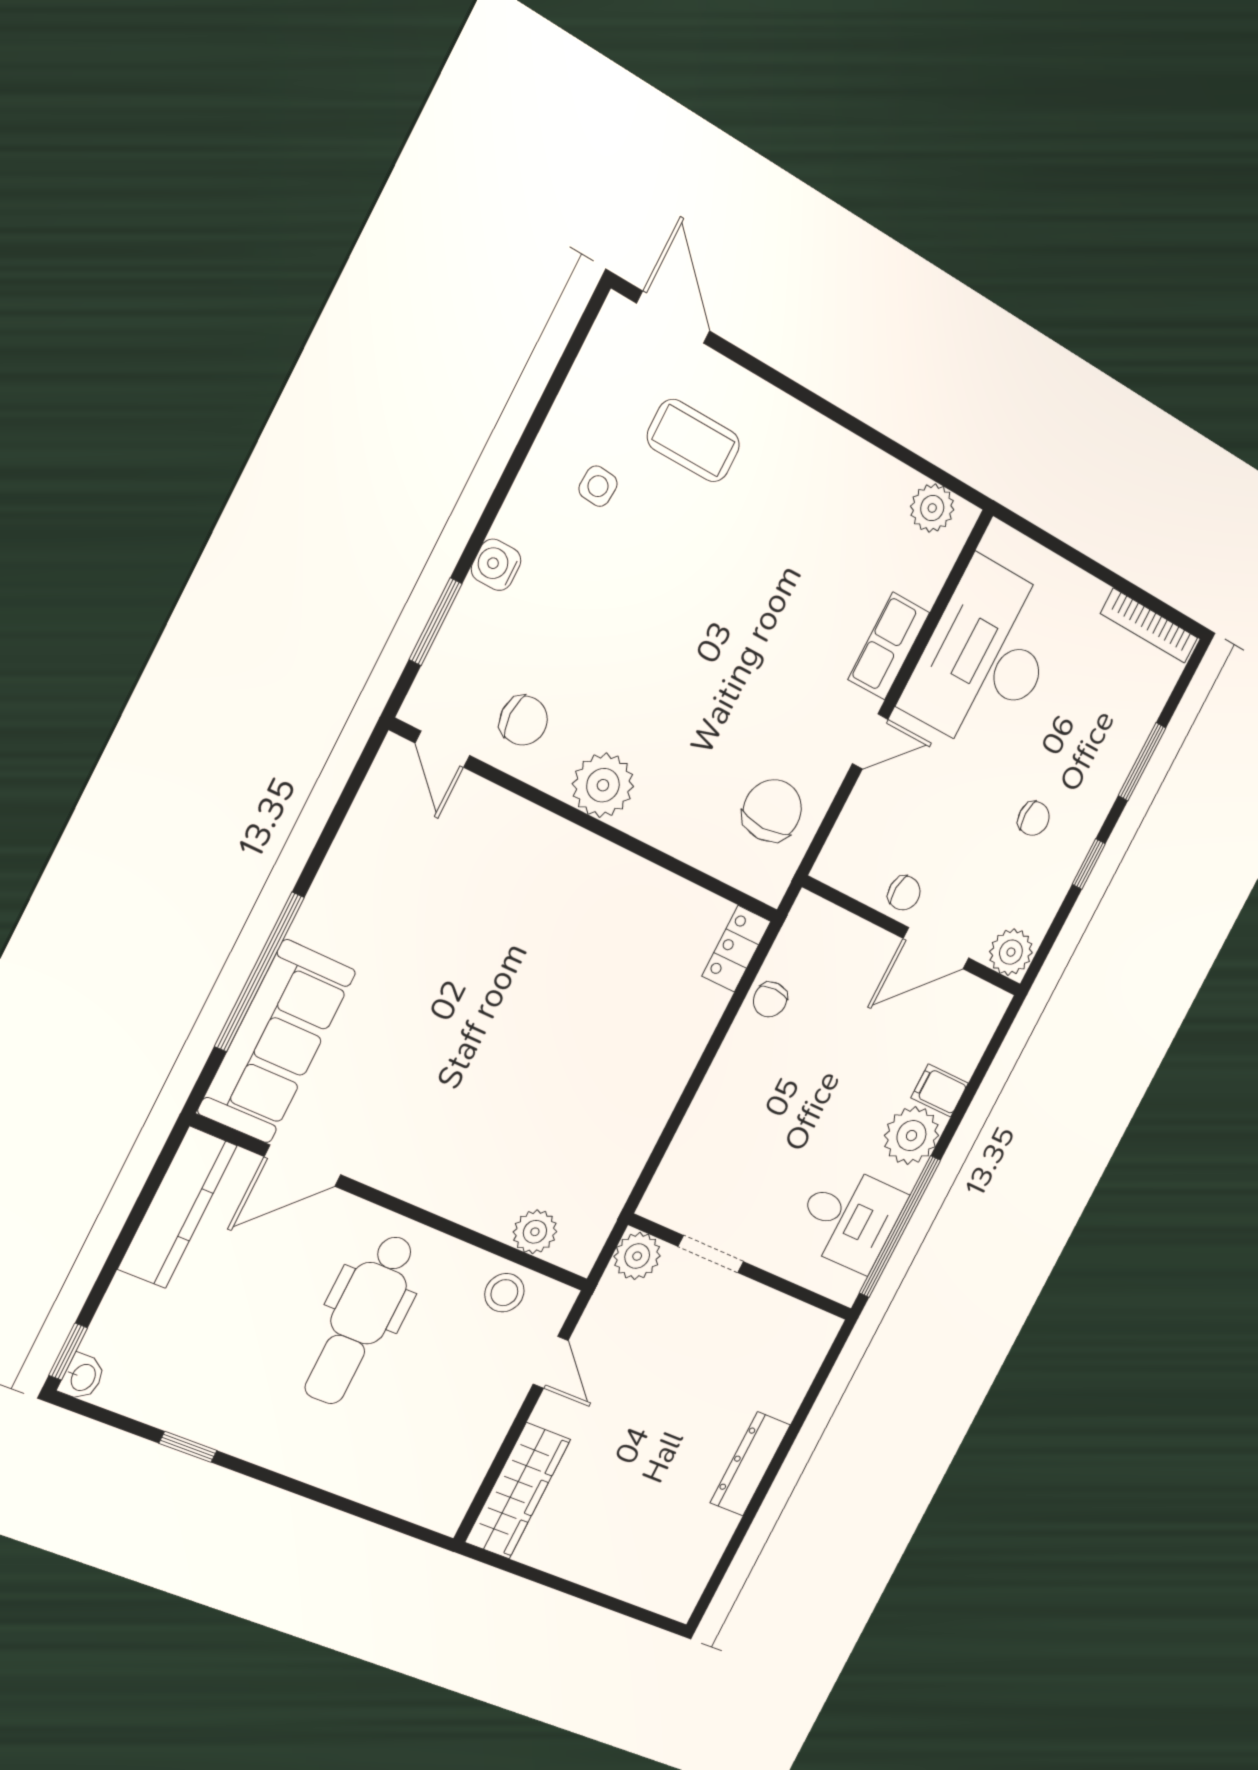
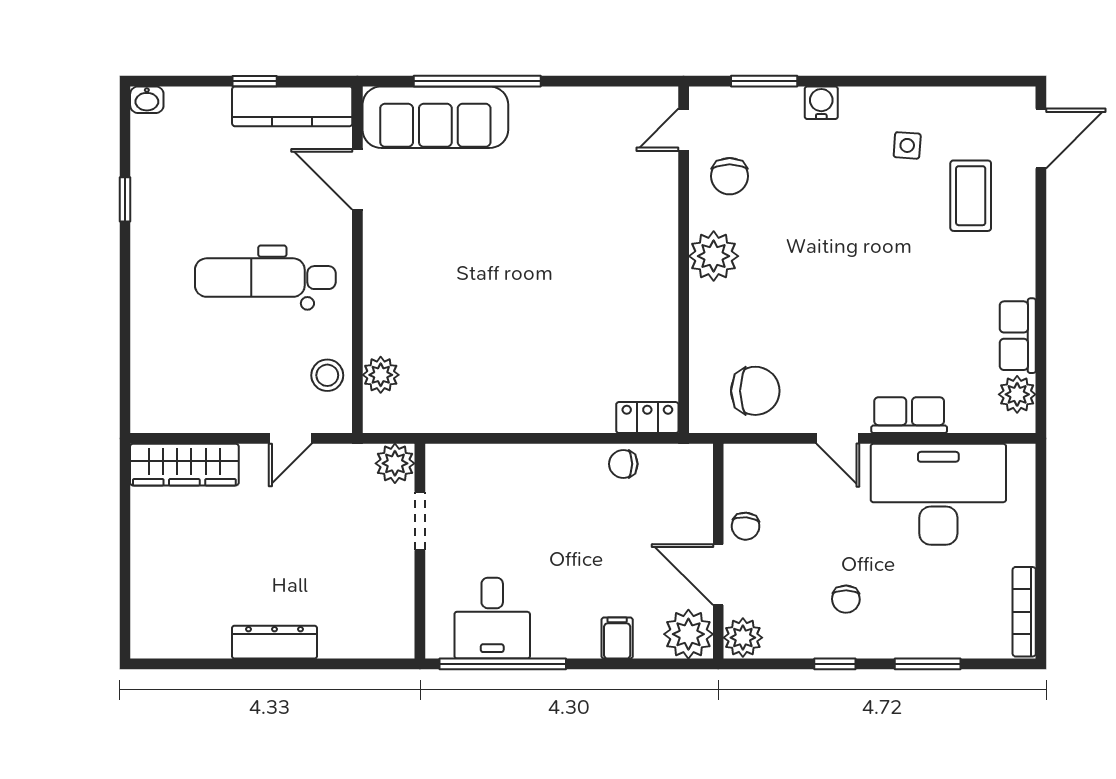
row of seats: (872, 472) -> (1018, 336), added
plant: (911, 1136) -> (688, 634), moved
window: (68, 1352) -> (255, 81), moved

